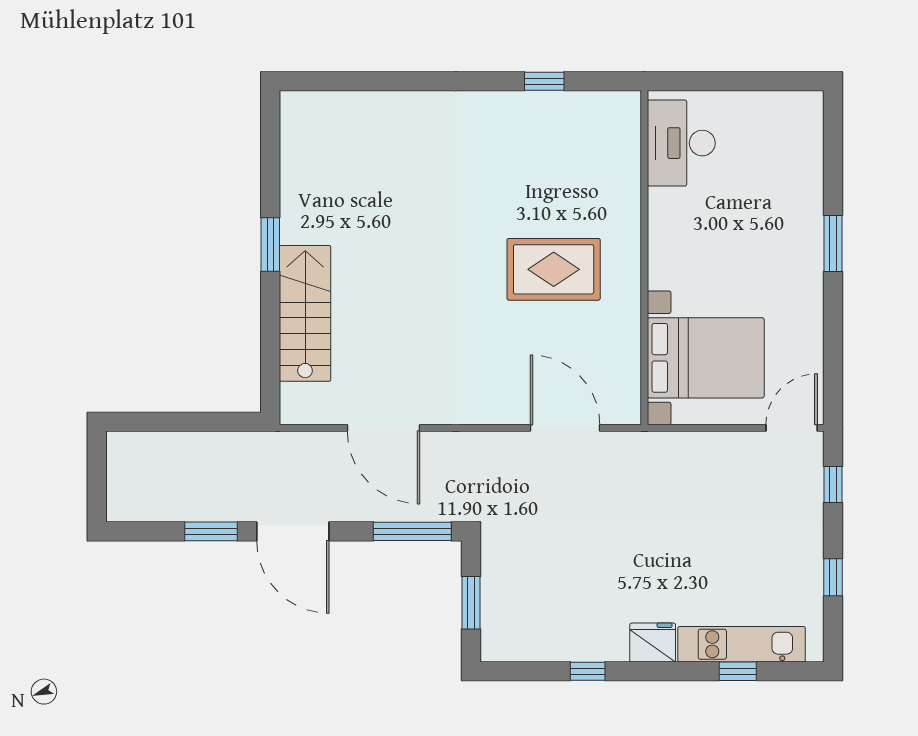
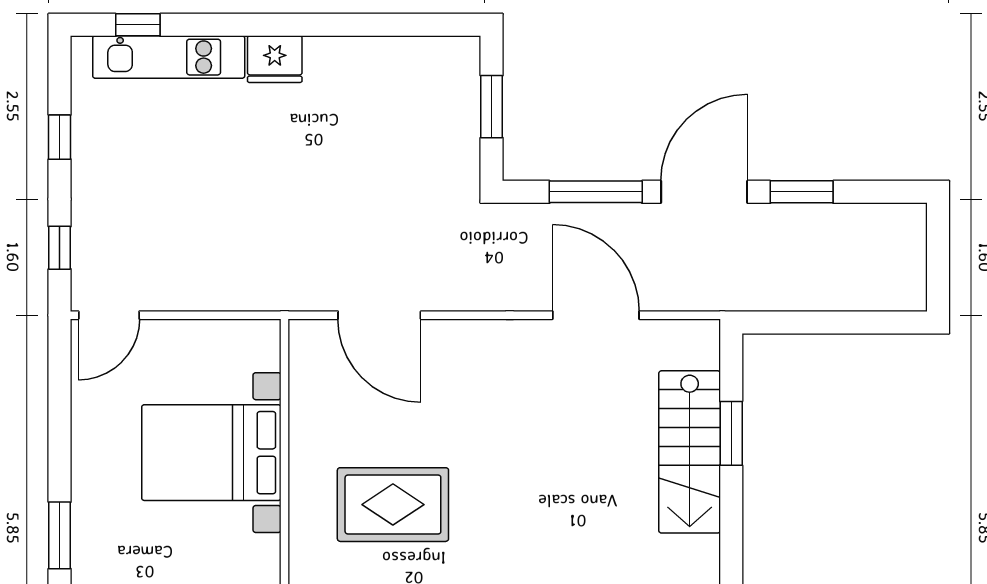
window: (270, 245) -> (731, 433), moved
bed with nightstands: (706, 358) -> (211, 453), moved
door: (293, 531) -> (704, 192), hinge flipped
window: (412, 531) -> (596, 192), moved
window: (588, 671) -> (352, 25), removed
window: (738, 671) -> (138, 25), moved

